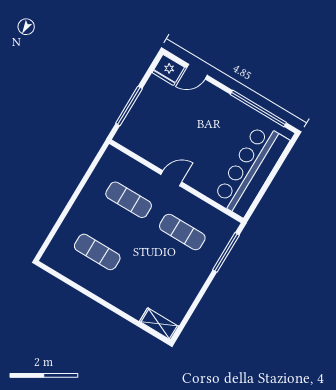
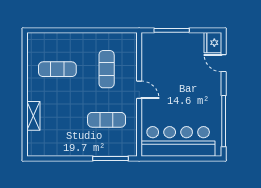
exercise mat: (182, 232) -> (107, 120), turned 90
exercise mat: (97, 252) -> (57, 69), turned 90
shelving: (159, 324) -> (33, 116), moved

